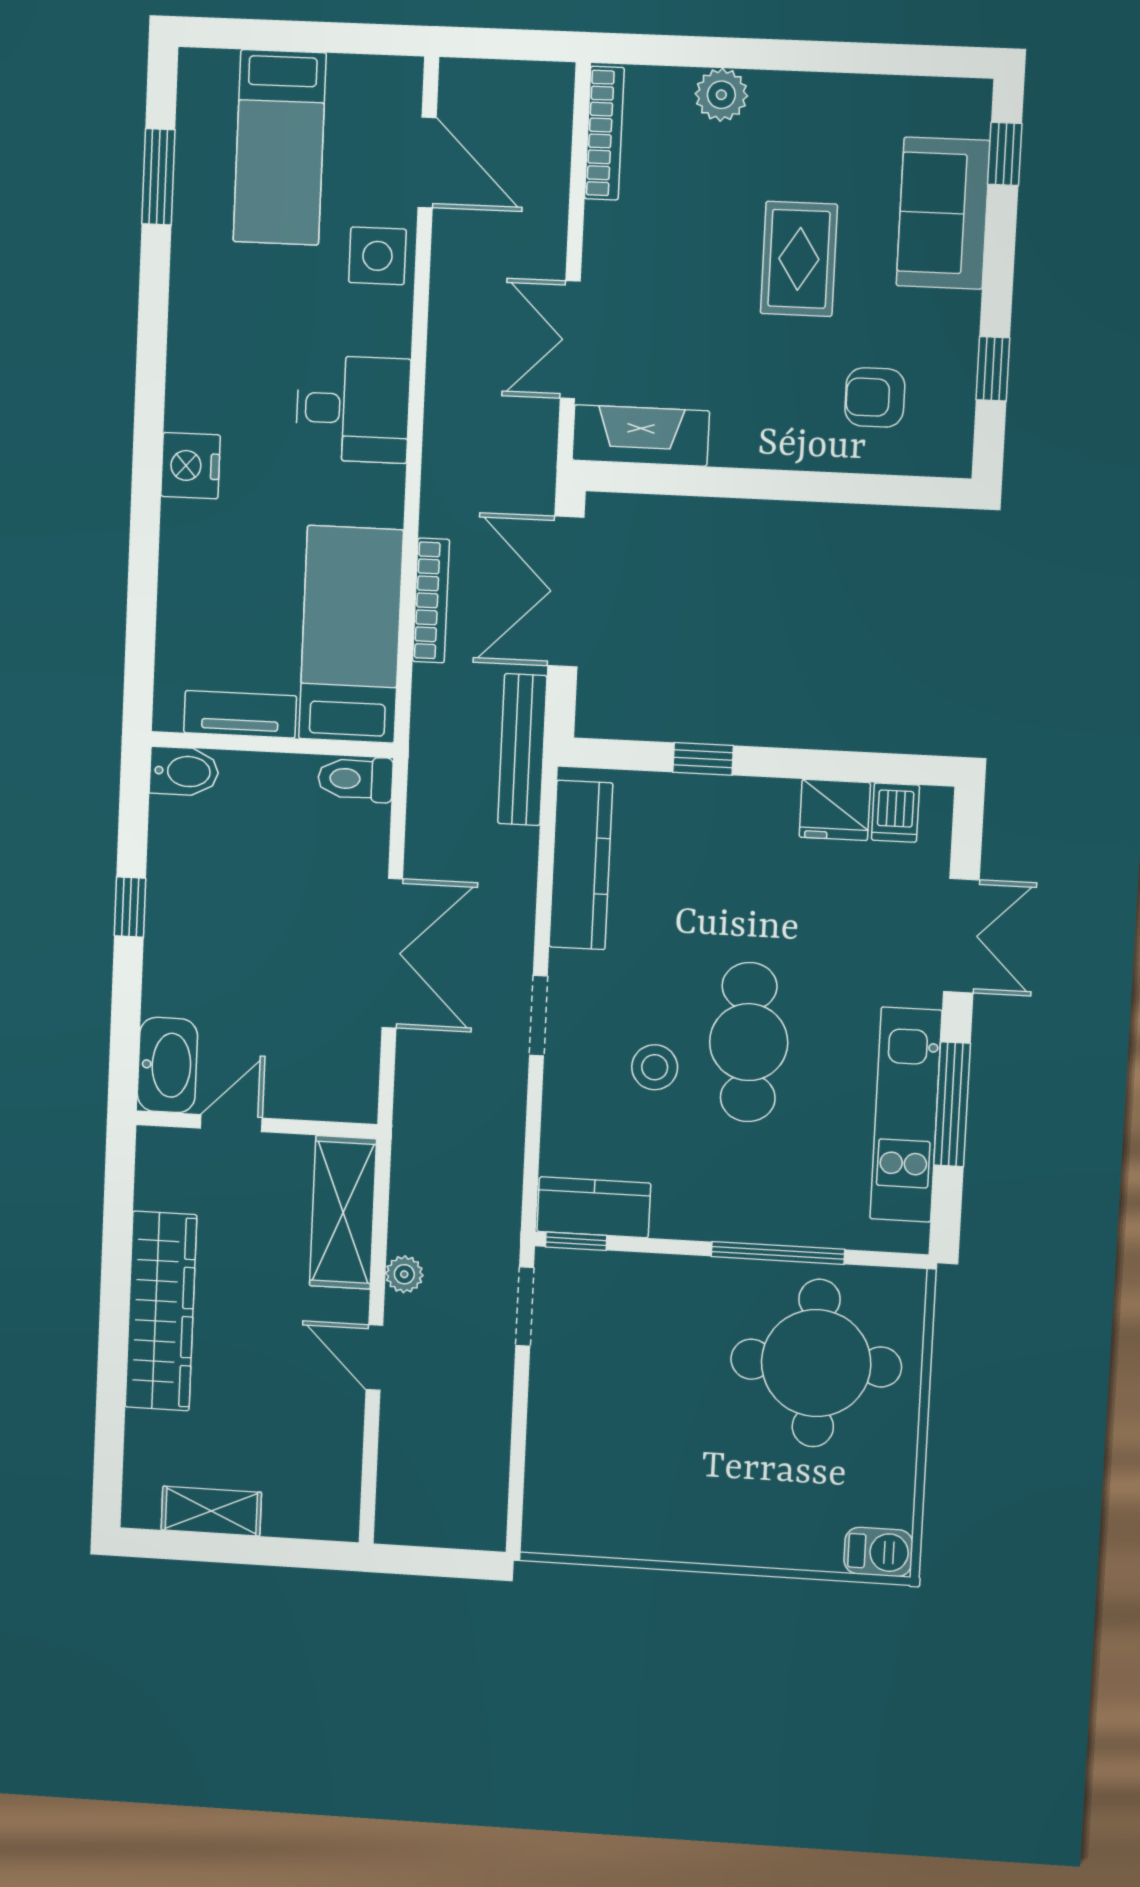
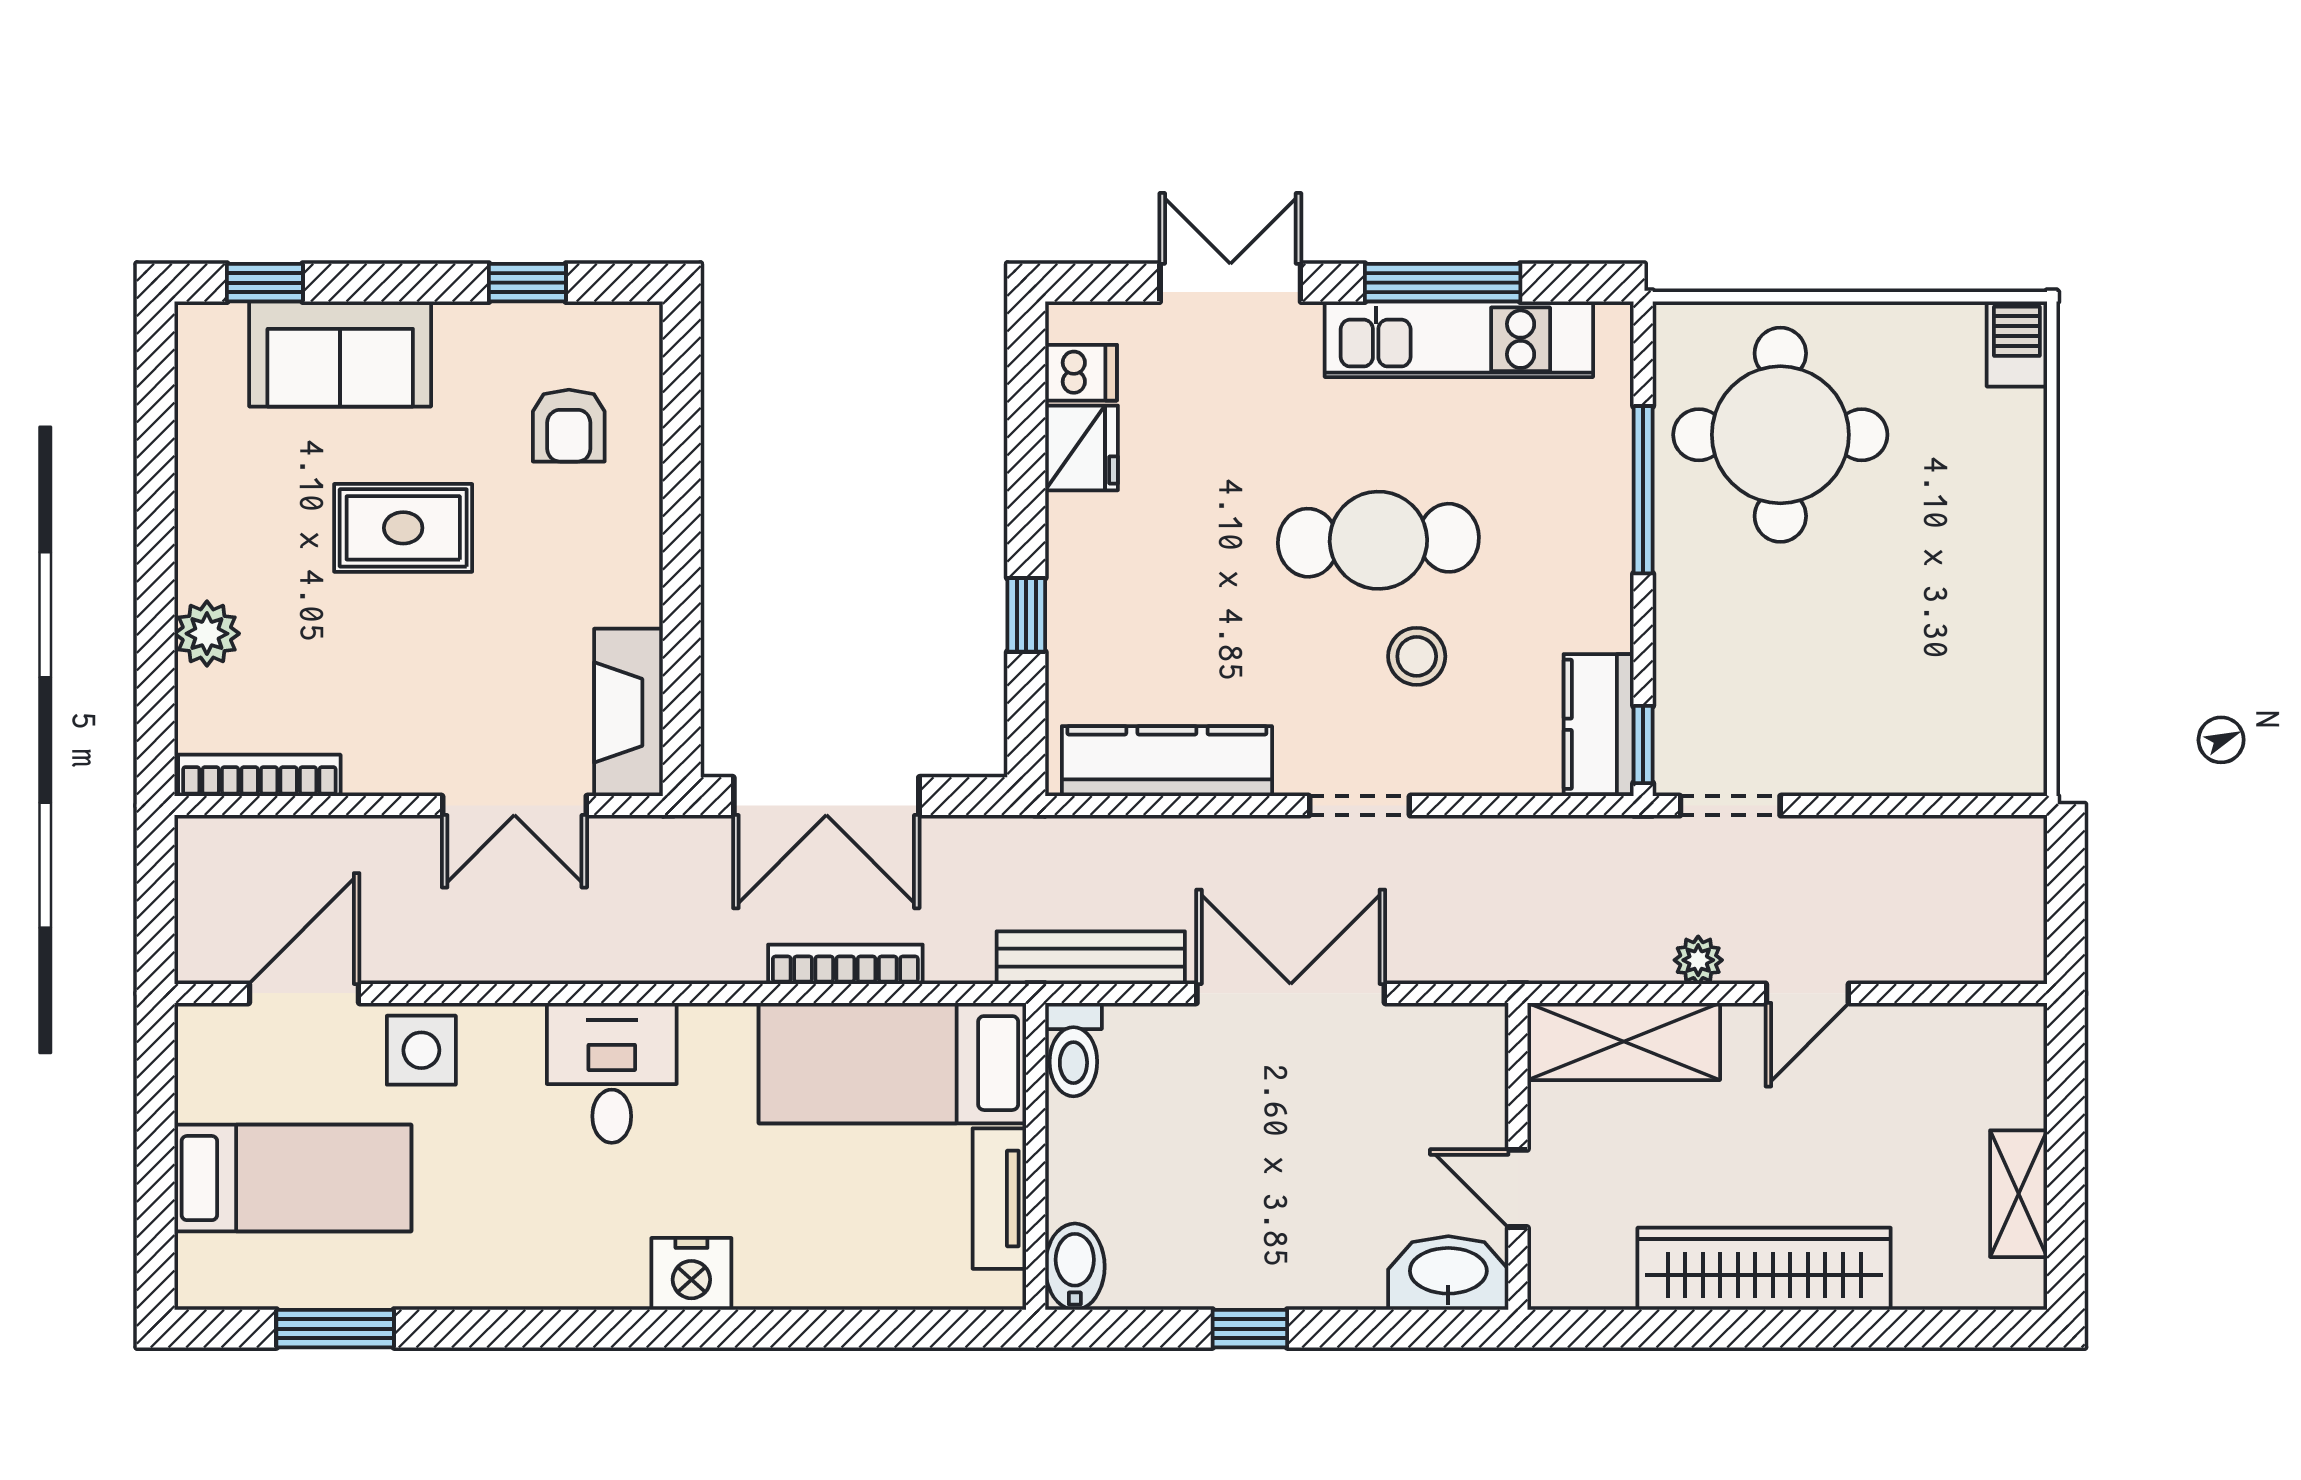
bench: (522, 750) -> (1091, 958), moved

